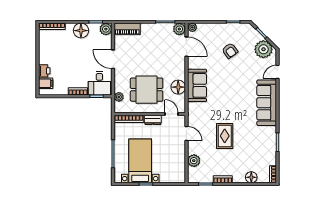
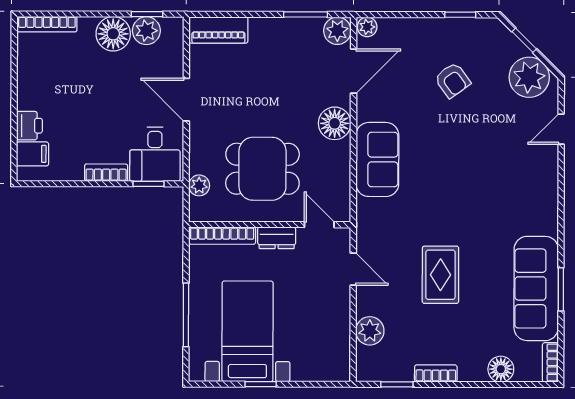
plant: (106, 29) -> (146, 31), moved
door: (186, 47) -> (354, 71), hinge flipped
floor lamp: (178, 87) -> (335, 123), moved
sofa: (267, 103) -> (536, 288), moved

